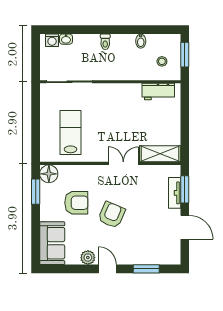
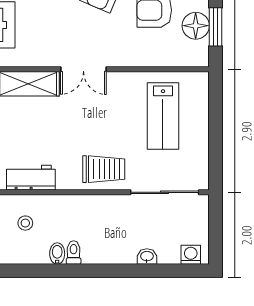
washbasin: (66, 39) -> (147, 257), moved
toilet: (105, 42) -> (74, 252), moved
trolley: (110, 97) -> (104, 169), added
floor lamp: (49, 174) -> (196, 26), moved

